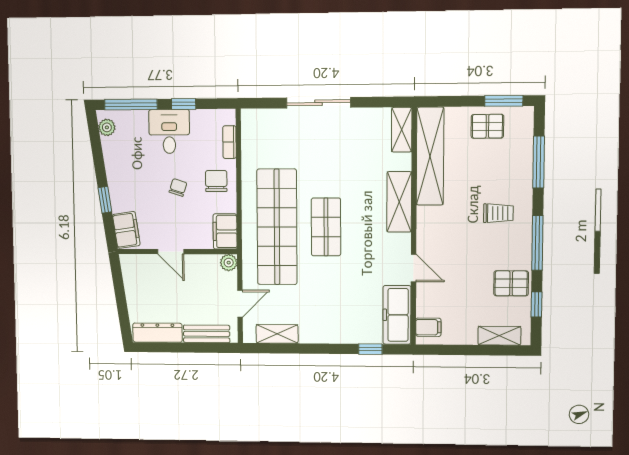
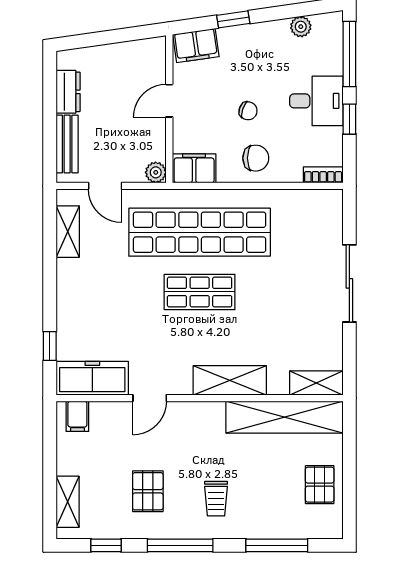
window: (504, 101) -> (349, 504), removed
plant: (107, 127) -> (301, 27), moved
bookcase: (230, 142) -> (323, 175), moved
pallet: (511, 283) -> (148, 491), moved
dresser: (157, 333) -> (68, 92), width x0.70

